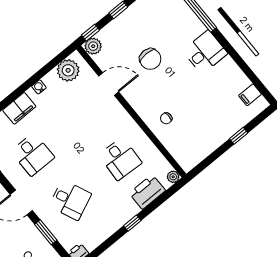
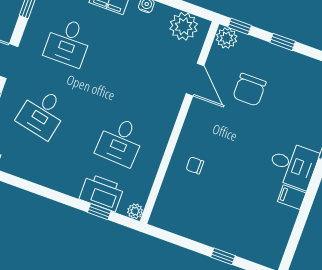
chair: (150, 59) -> (249, 90), moved
filing cabinet: (250, 95) -> (292, 197), moved
desk: (70, 200) -> (42, 113), turned 36
window: (132, 223) -> (99, 212), moved

